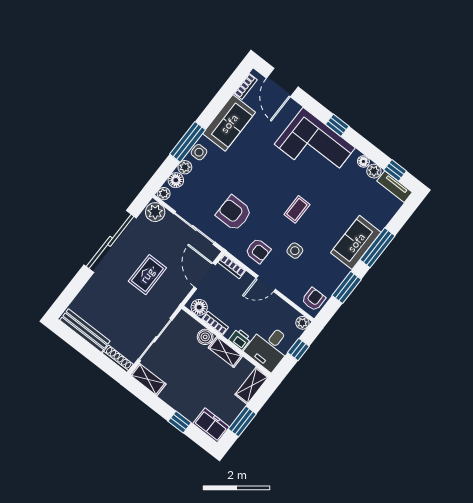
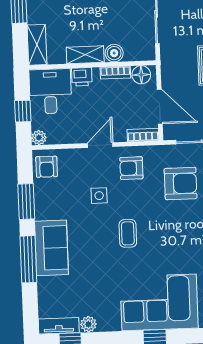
floor lamp: (363, 161) -> (105, 325), removed

